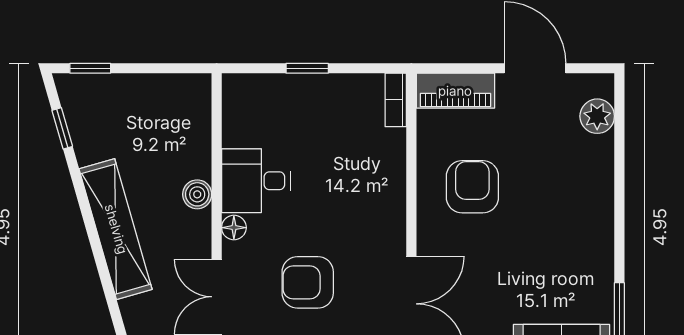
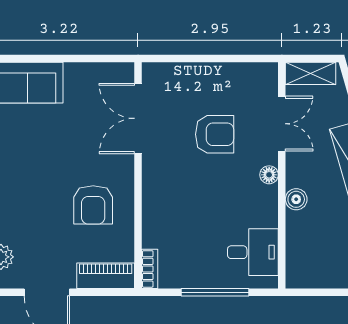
window: (307, 68) -> (215, 292), width x2.17
desk: (256, 181) -> (253, 252), moved

